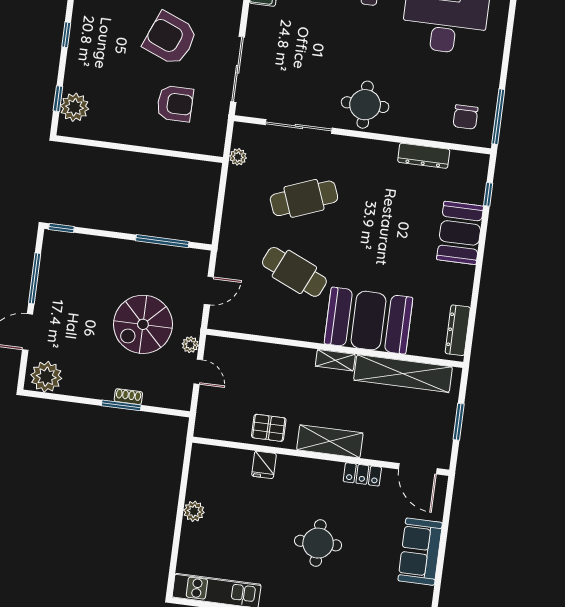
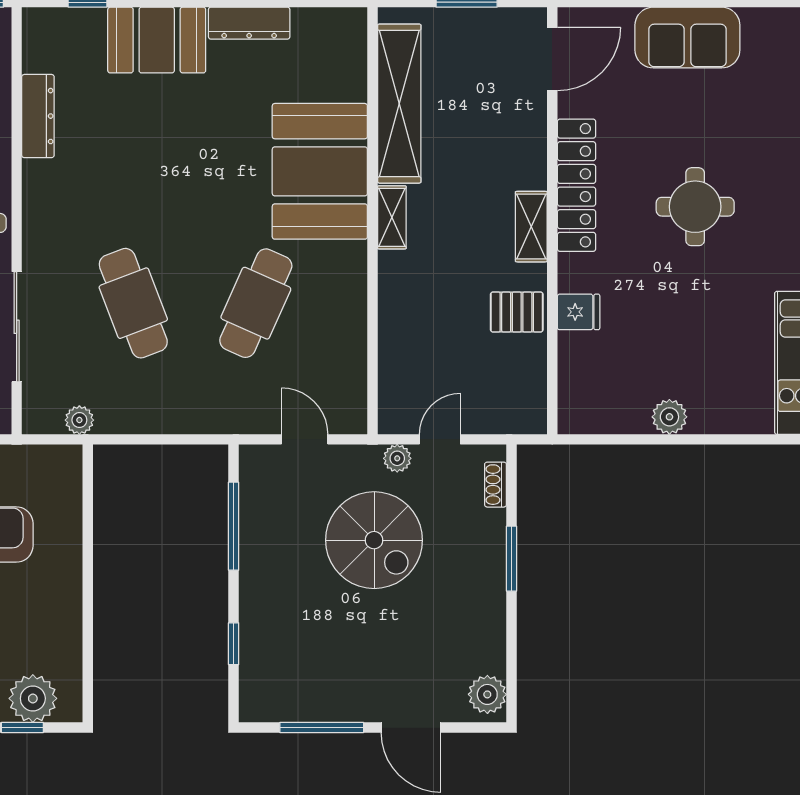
window: (61, 228) -> (234, 644), moved
dresser: (458, 330) -> (249, 23), moved
plant: (46, 377) -> (487, 694), width x0.73, depth x0.73
shoe rack: (128, 397) -> (496, 485), moved
pallet: (269, 428) -> (517, 312), turned 90
shelving: (330, 441) -> (531, 227), width x0.67, depth x0.75
locker: (362, 474) -> (576, 185), width x2.16, depth x1.21

